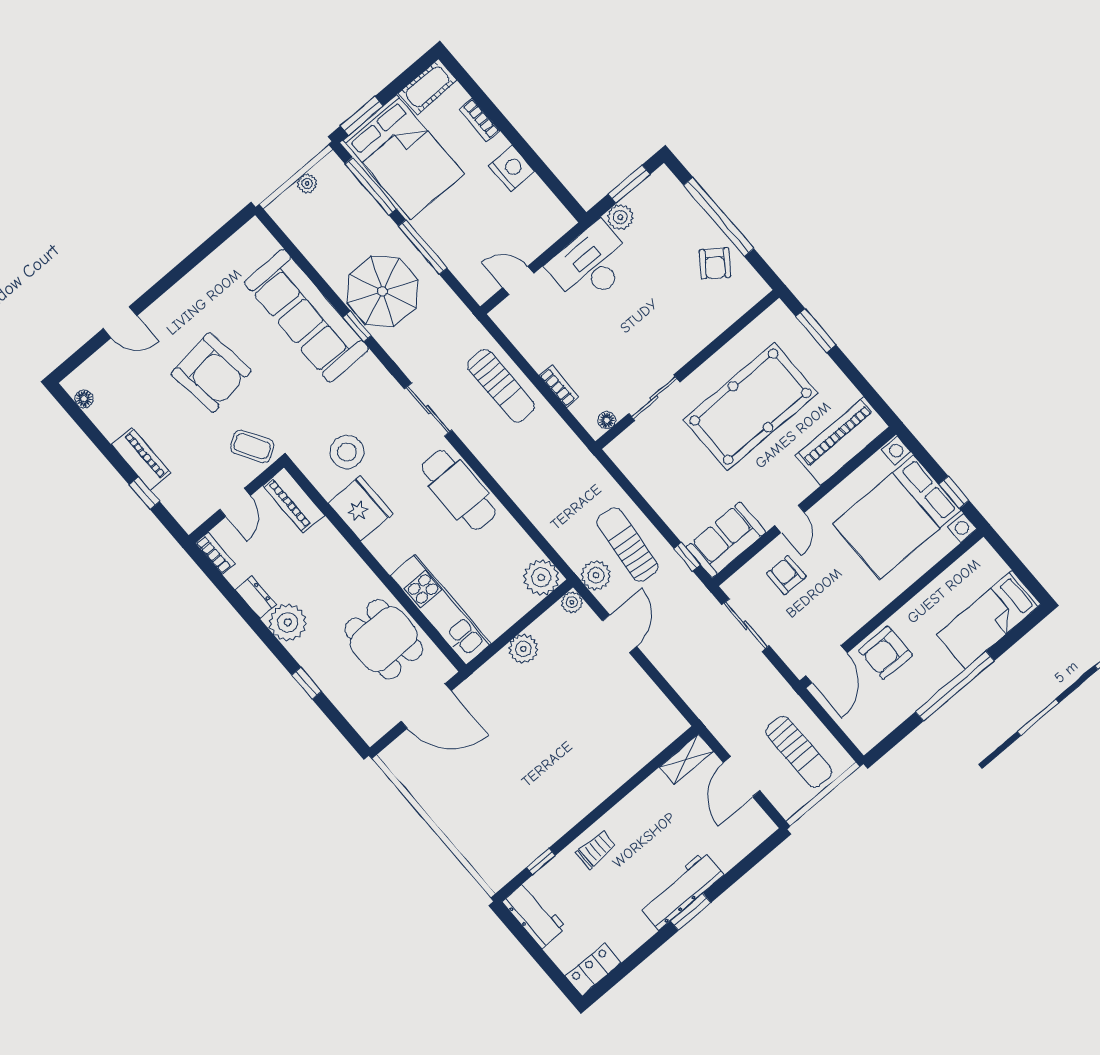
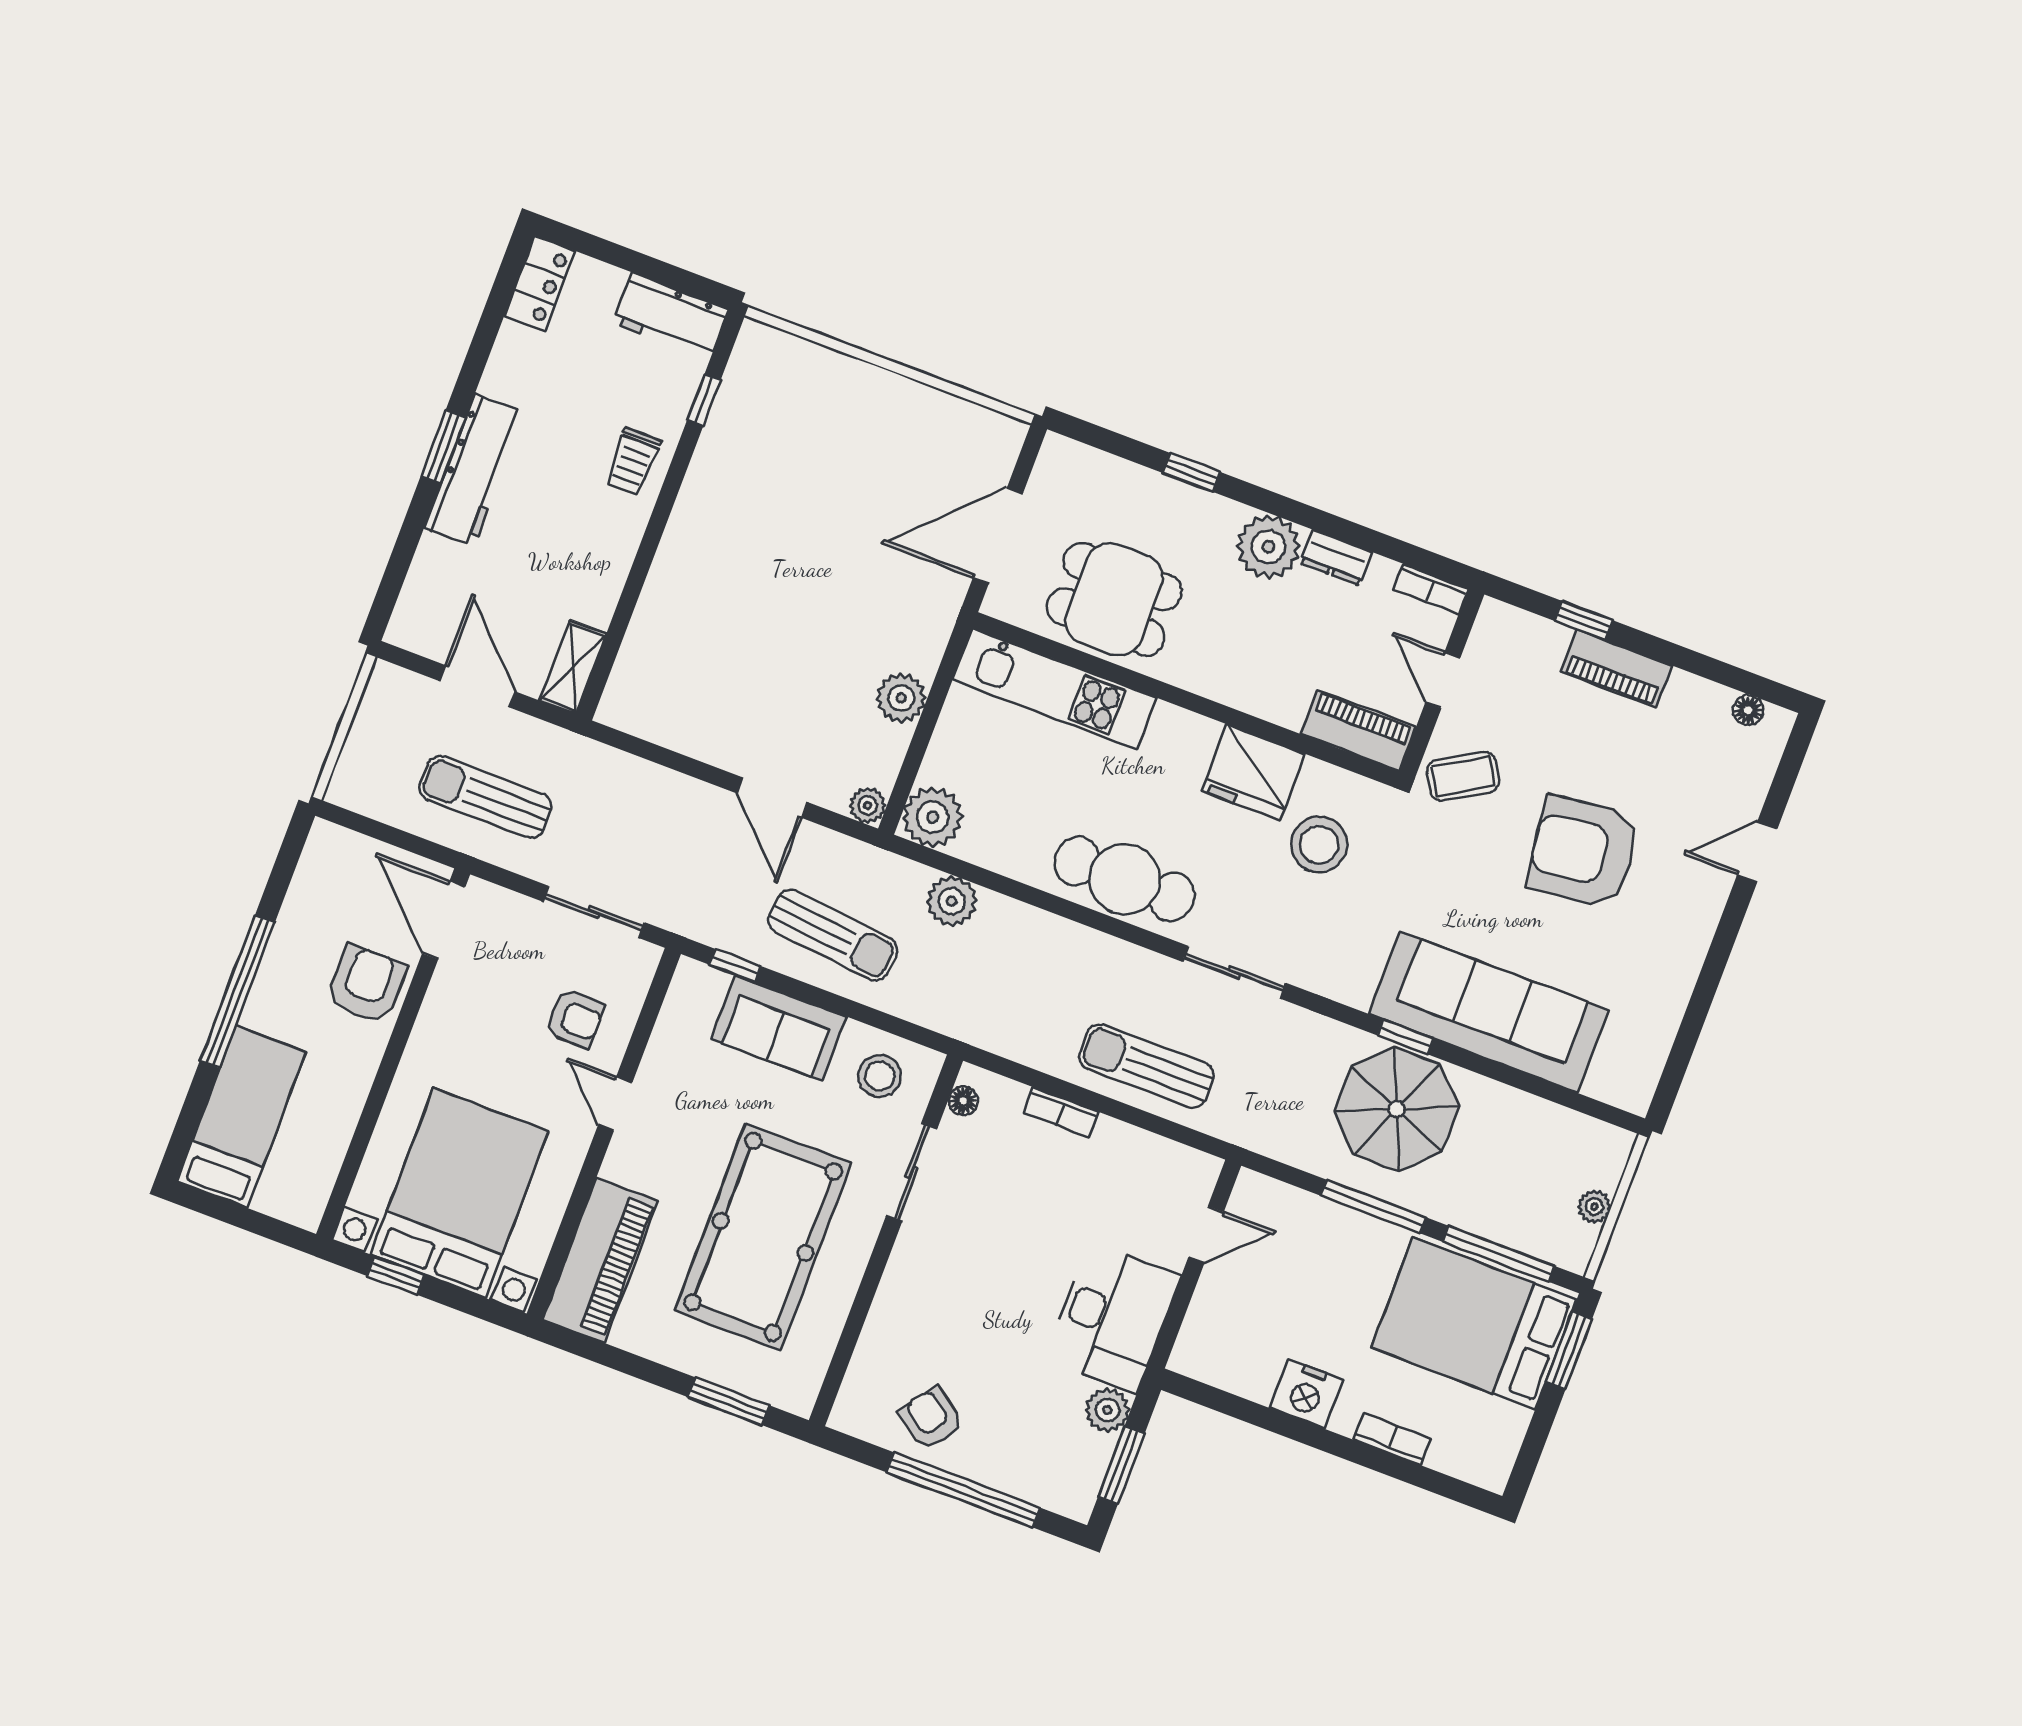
cot: (428, 87) -> (1496, 1446), removed
stool: (643, 457) -> (880, 1076), added
sofa: (726, 540) -> (779, 1028), moved, turned 90
plant: (596, 575) -> (952, 901), moved
sun lounger: (799, 752) -> (485, 797), moved

